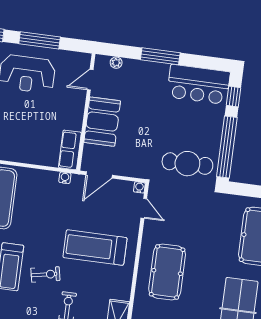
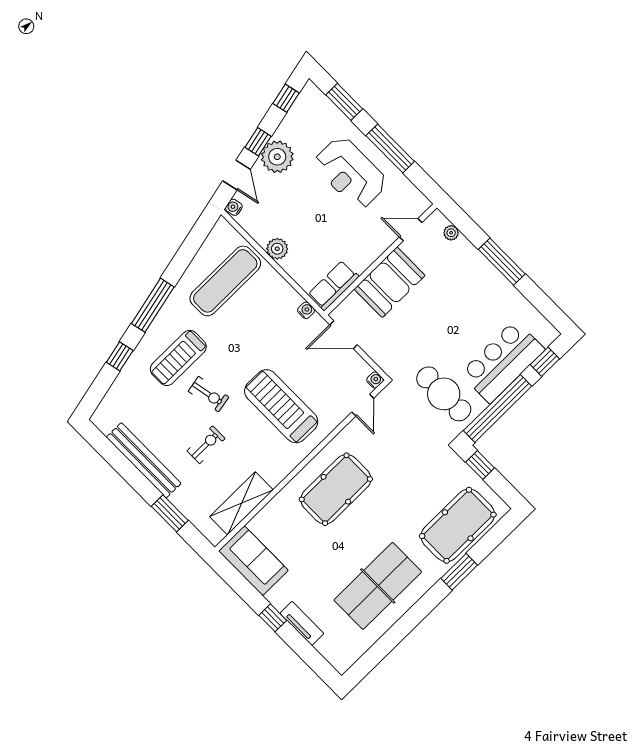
bar counter: (199, 84) -> (503, 362), moved, turned 90
plant: (18, 154) -> (277, 249), added
window: (243, 189) -> (480, 465), added

